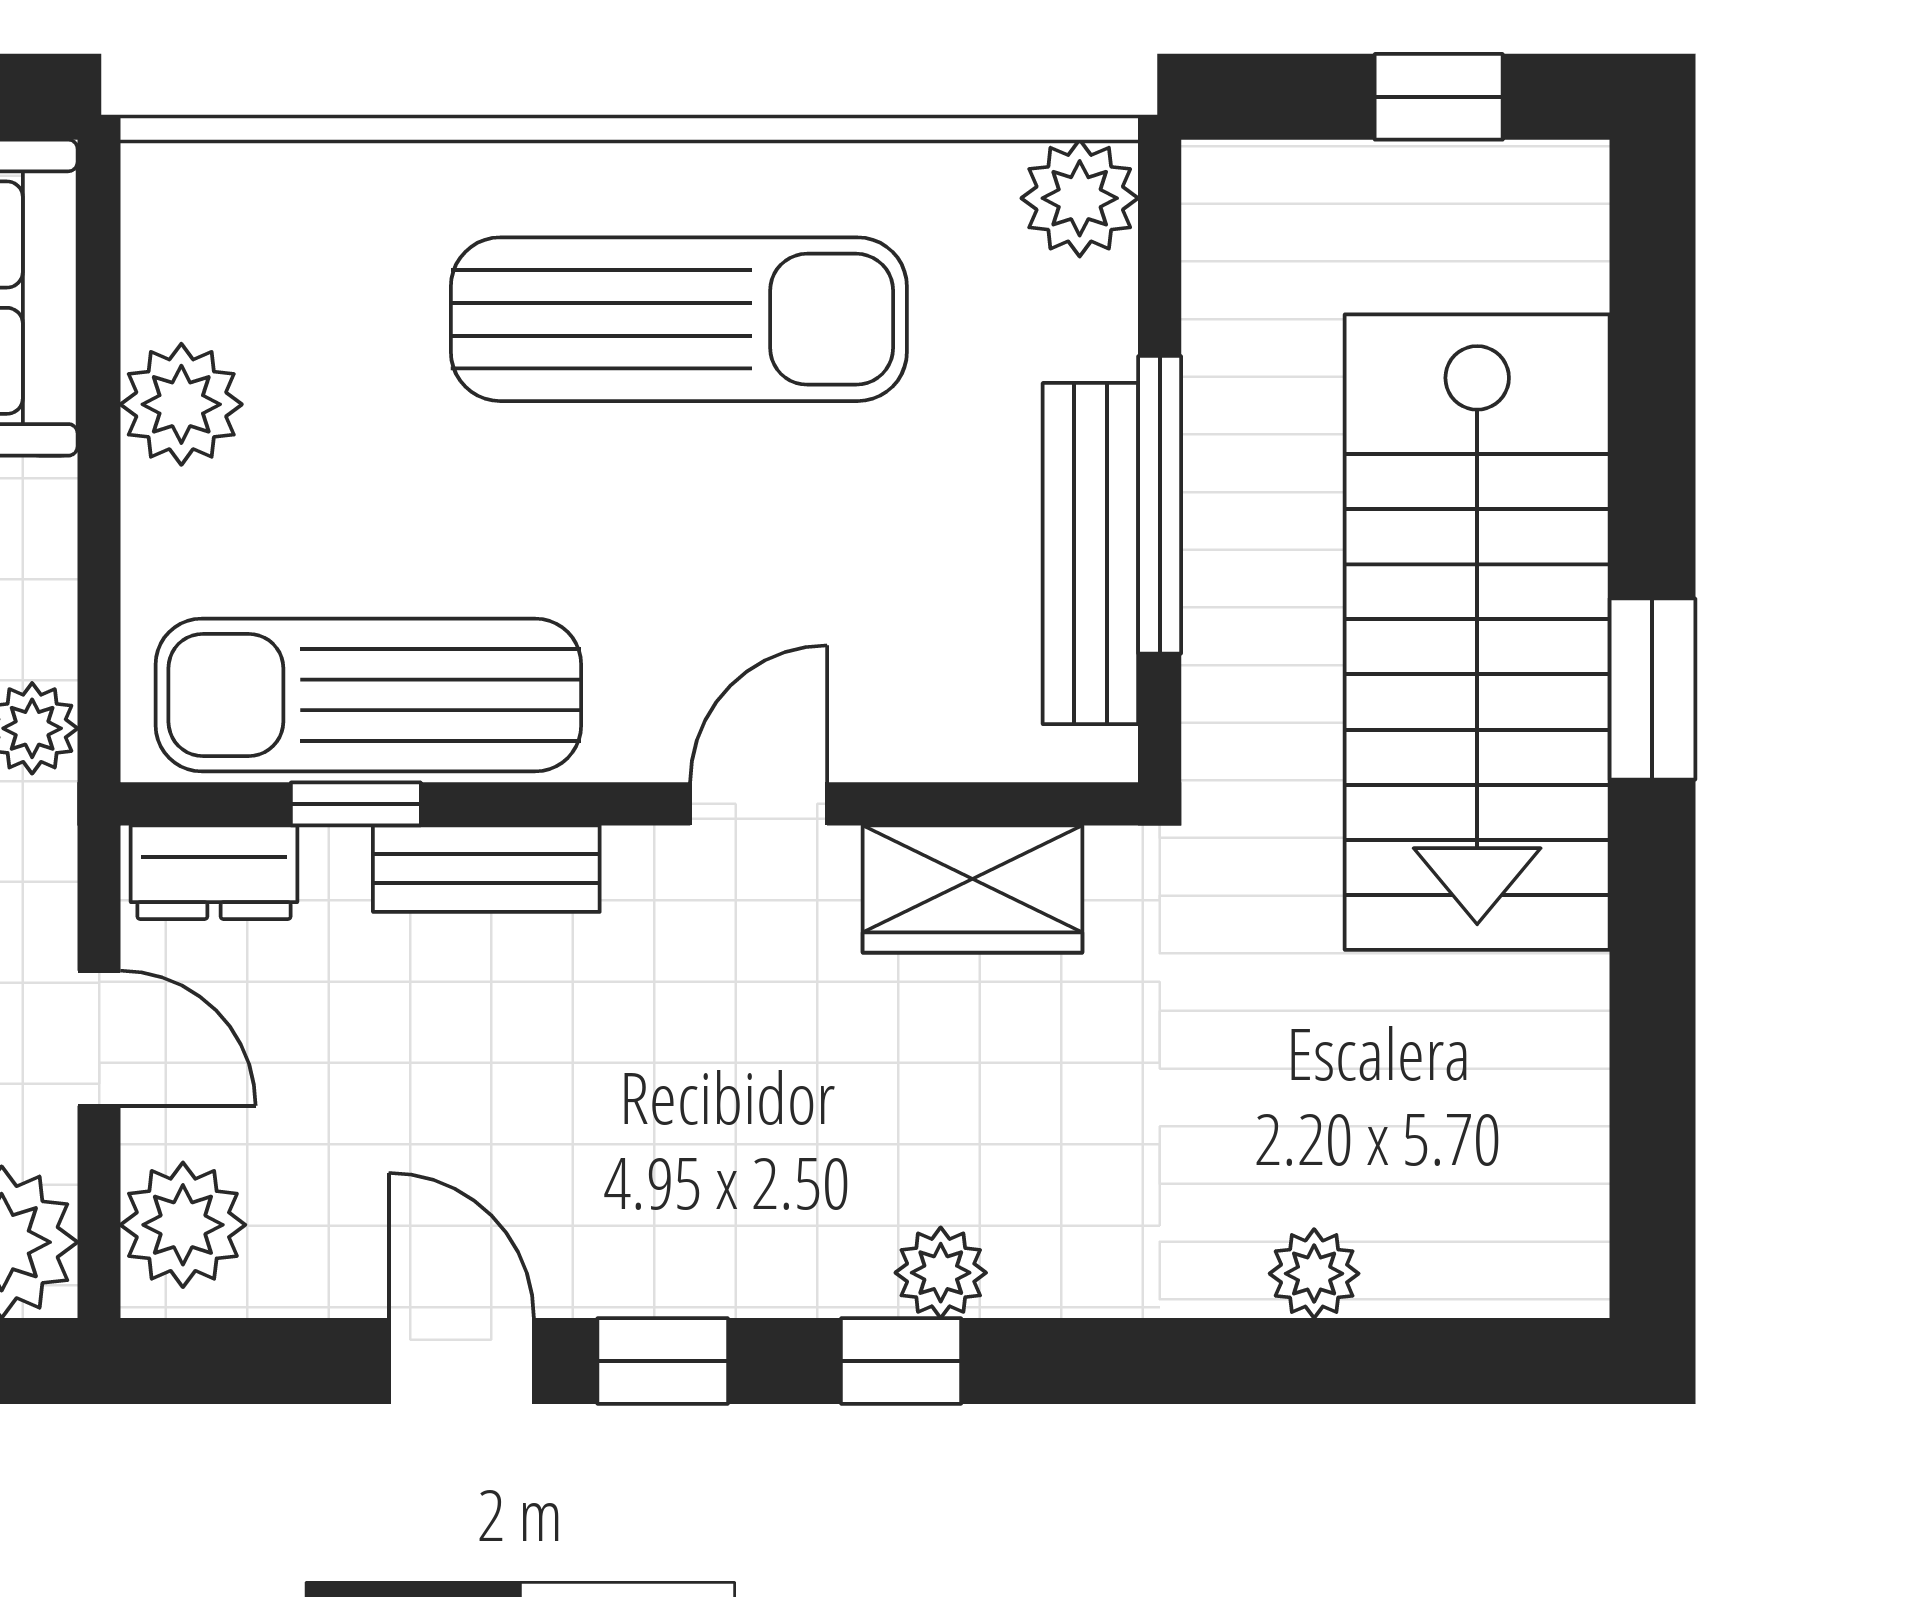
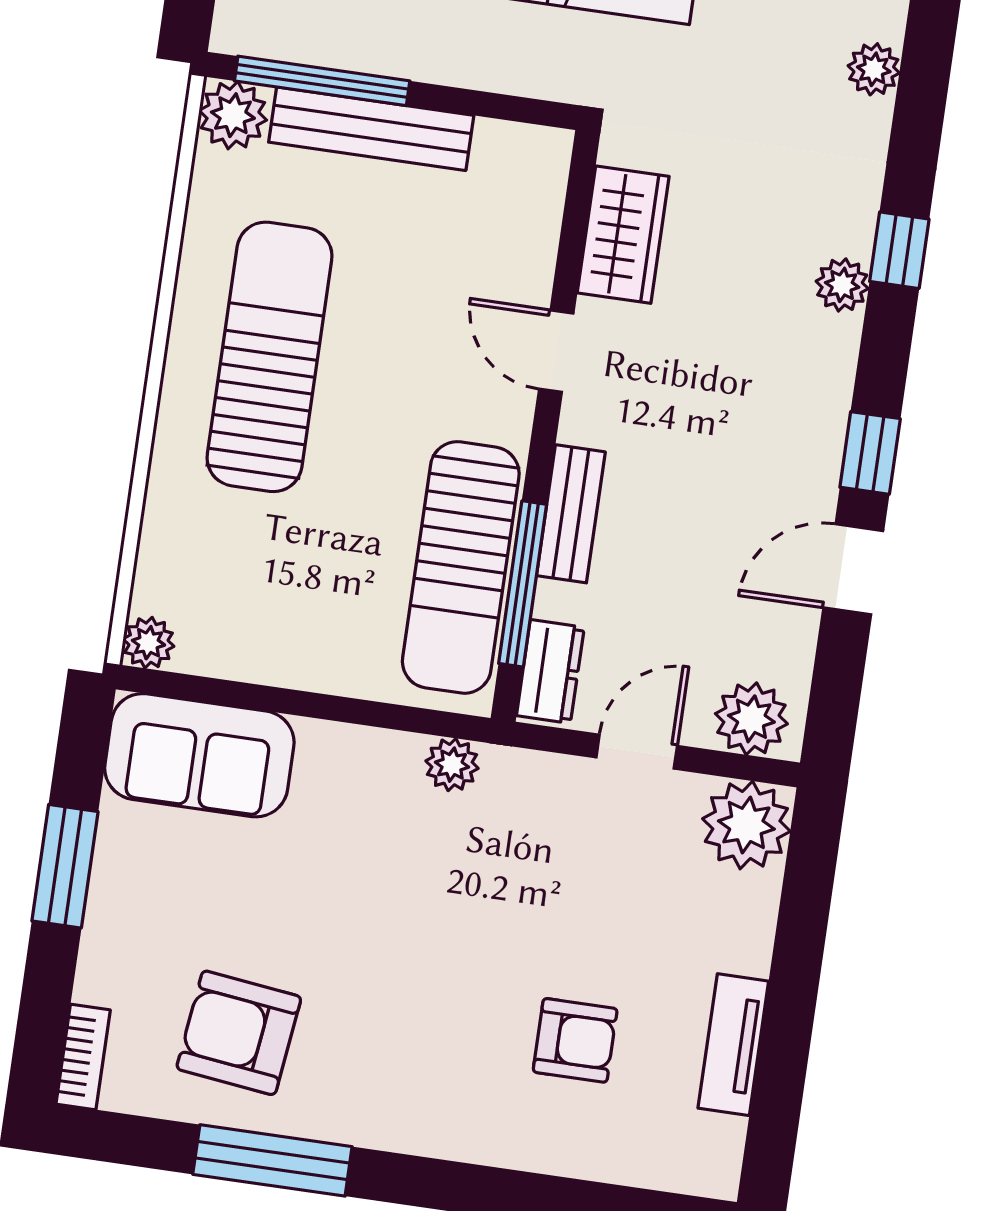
plant: (181, 404) -> (149, 643), moved, width x0.73, depth x0.73
window: (1160, 505) -> (322, 81), moved
bench: (1090, 554) -> (371, 129), moved
window: (356, 804) -> (523, 584), width x2.17
window: (901, 1361) -> (899, 250), moved

